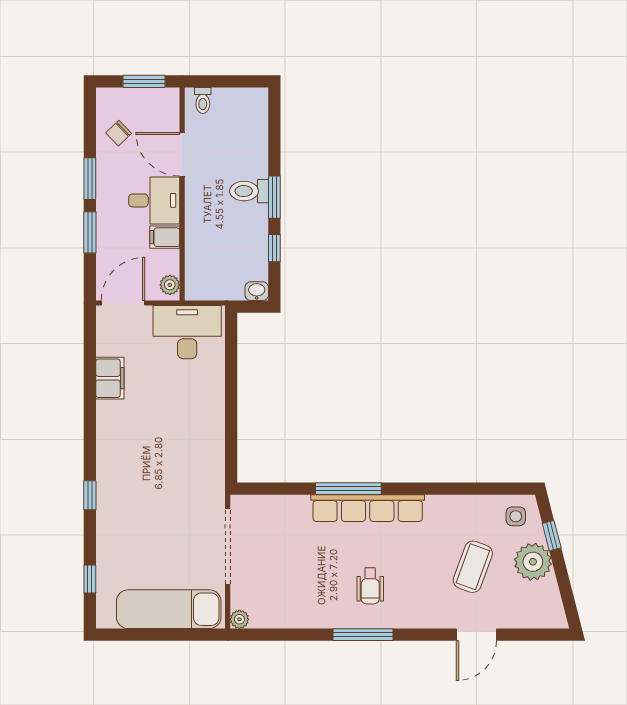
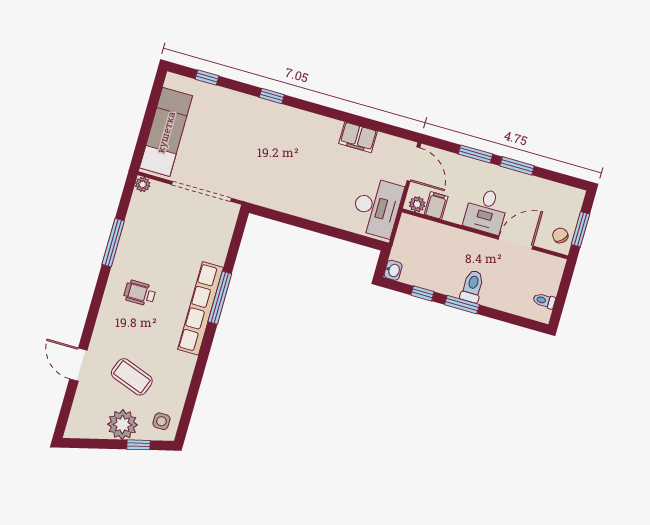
toilet: (203, 100) -> (544, 301), moved
chair: (119, 133) -> (560, 235), moved
filing cabinet: (165, 237) -> (436, 205), moved
window: (363, 635) -> (113, 243), moved

